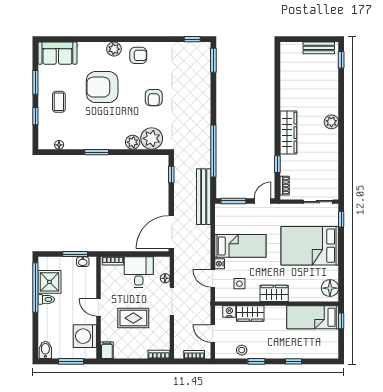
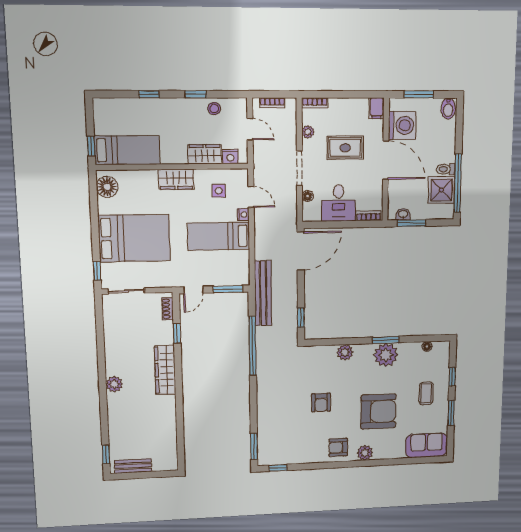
armchair: (154, 98) -> (321, 403), turned 180
plant: (152, 138) -> (386, 355), moved
door: (99, 308) -> (386, 160), width x1.88
plant: (165, 331) -> (308, 132), added

